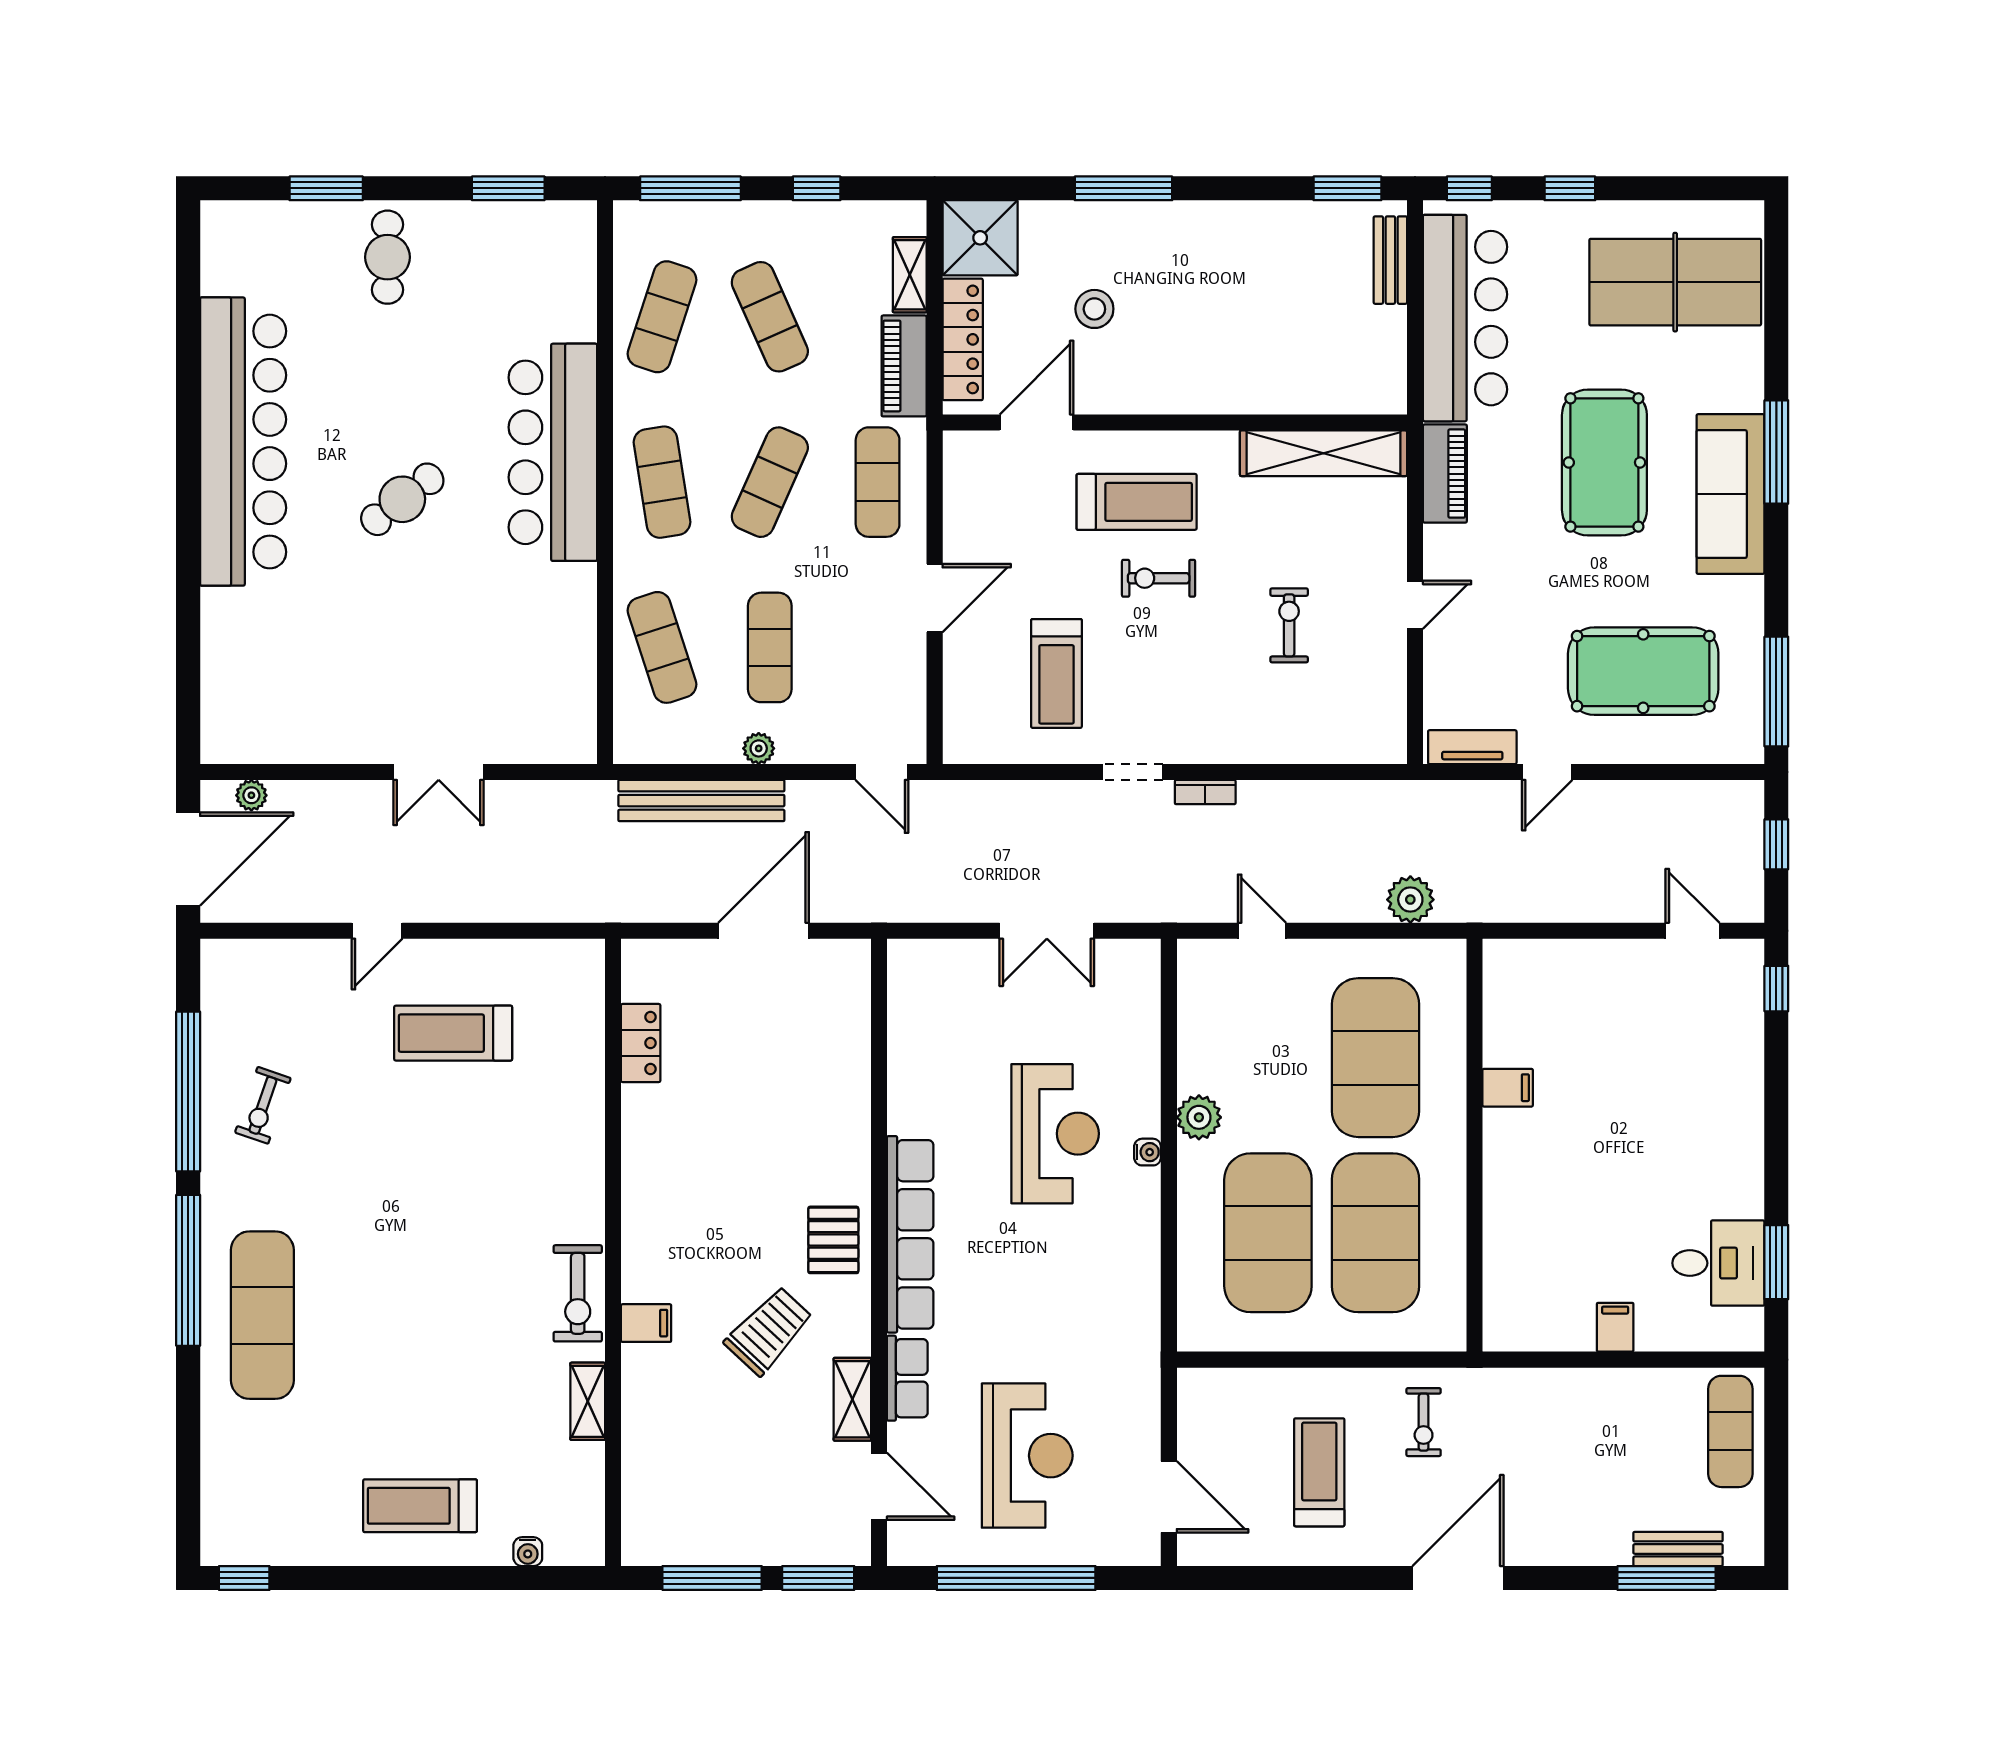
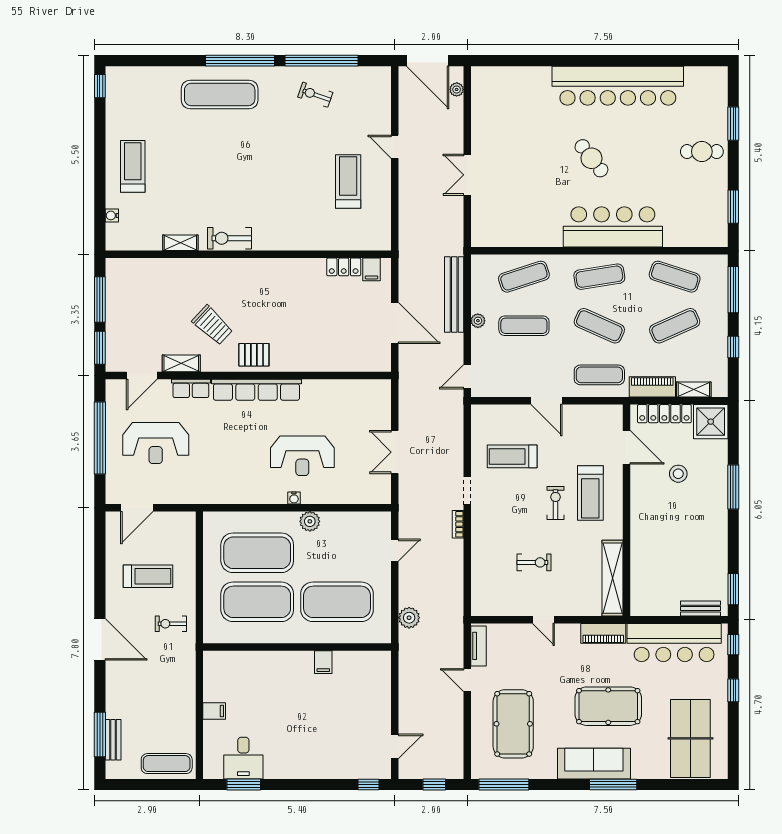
filing cabinet: (646, 1323) -> (372, 269), moved

